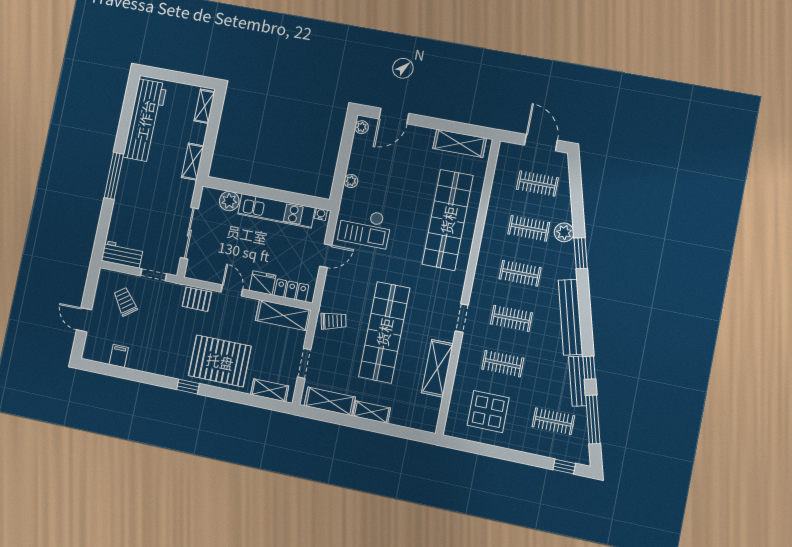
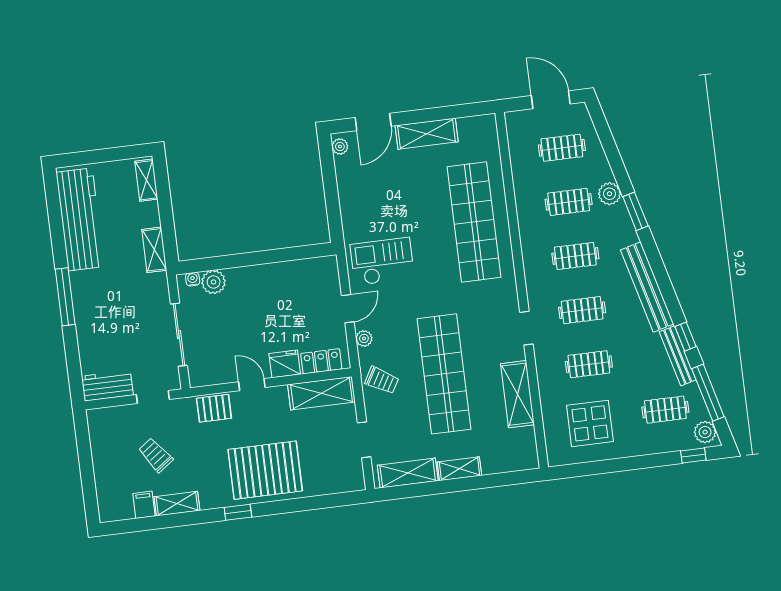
shelving: (460, 143) -> (427, 134), moved
plant: (351, 181) -> (364, 338), moved
kitchen unit: (276, 211) -> (273, 275), removed
water cooler: (321, 214) -> (193, 279), moved
checkout: (365, 228) -> (382, 261), turned 180
trolley: (125, 302) -> (156, 455), moved
door: (84, 320) -> (88, 477), removed
trolley: (334, 321) -> (382, 380), turned 43
shelving: (270, 390) -> (177, 504), moved
plant: (580, 451) -> (705, 432), added

